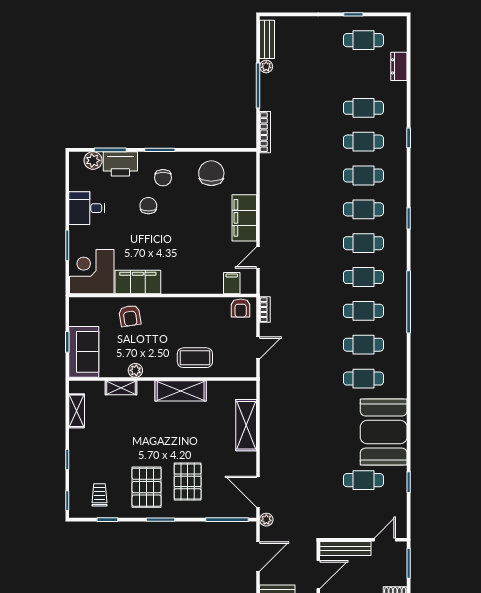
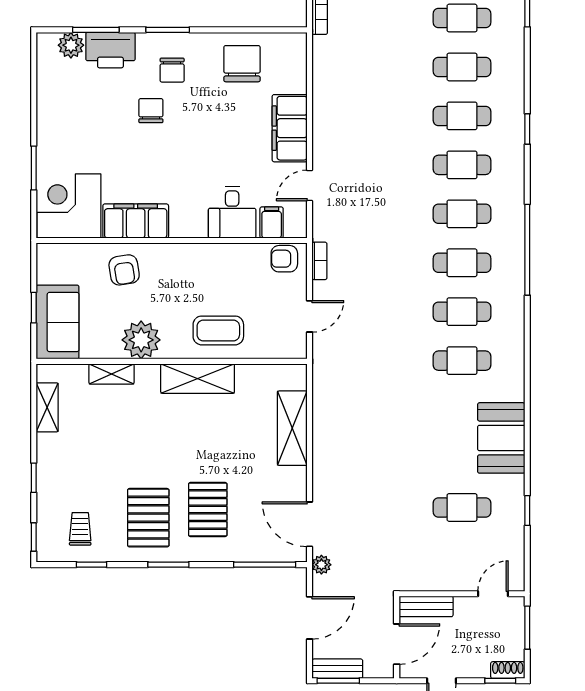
desk: (87, 208) -> (232, 212), moved, turned -90
armchair: (241, 308) -> (284, 259), turned 90
plant: (135, 370) -> (141, 340), width x1.88, depth x1.88
booth: (384, 432) -> (501, 438), width x0.73, depth x0.70
bench: (345, 548) -> (426, 606), width x0.73

